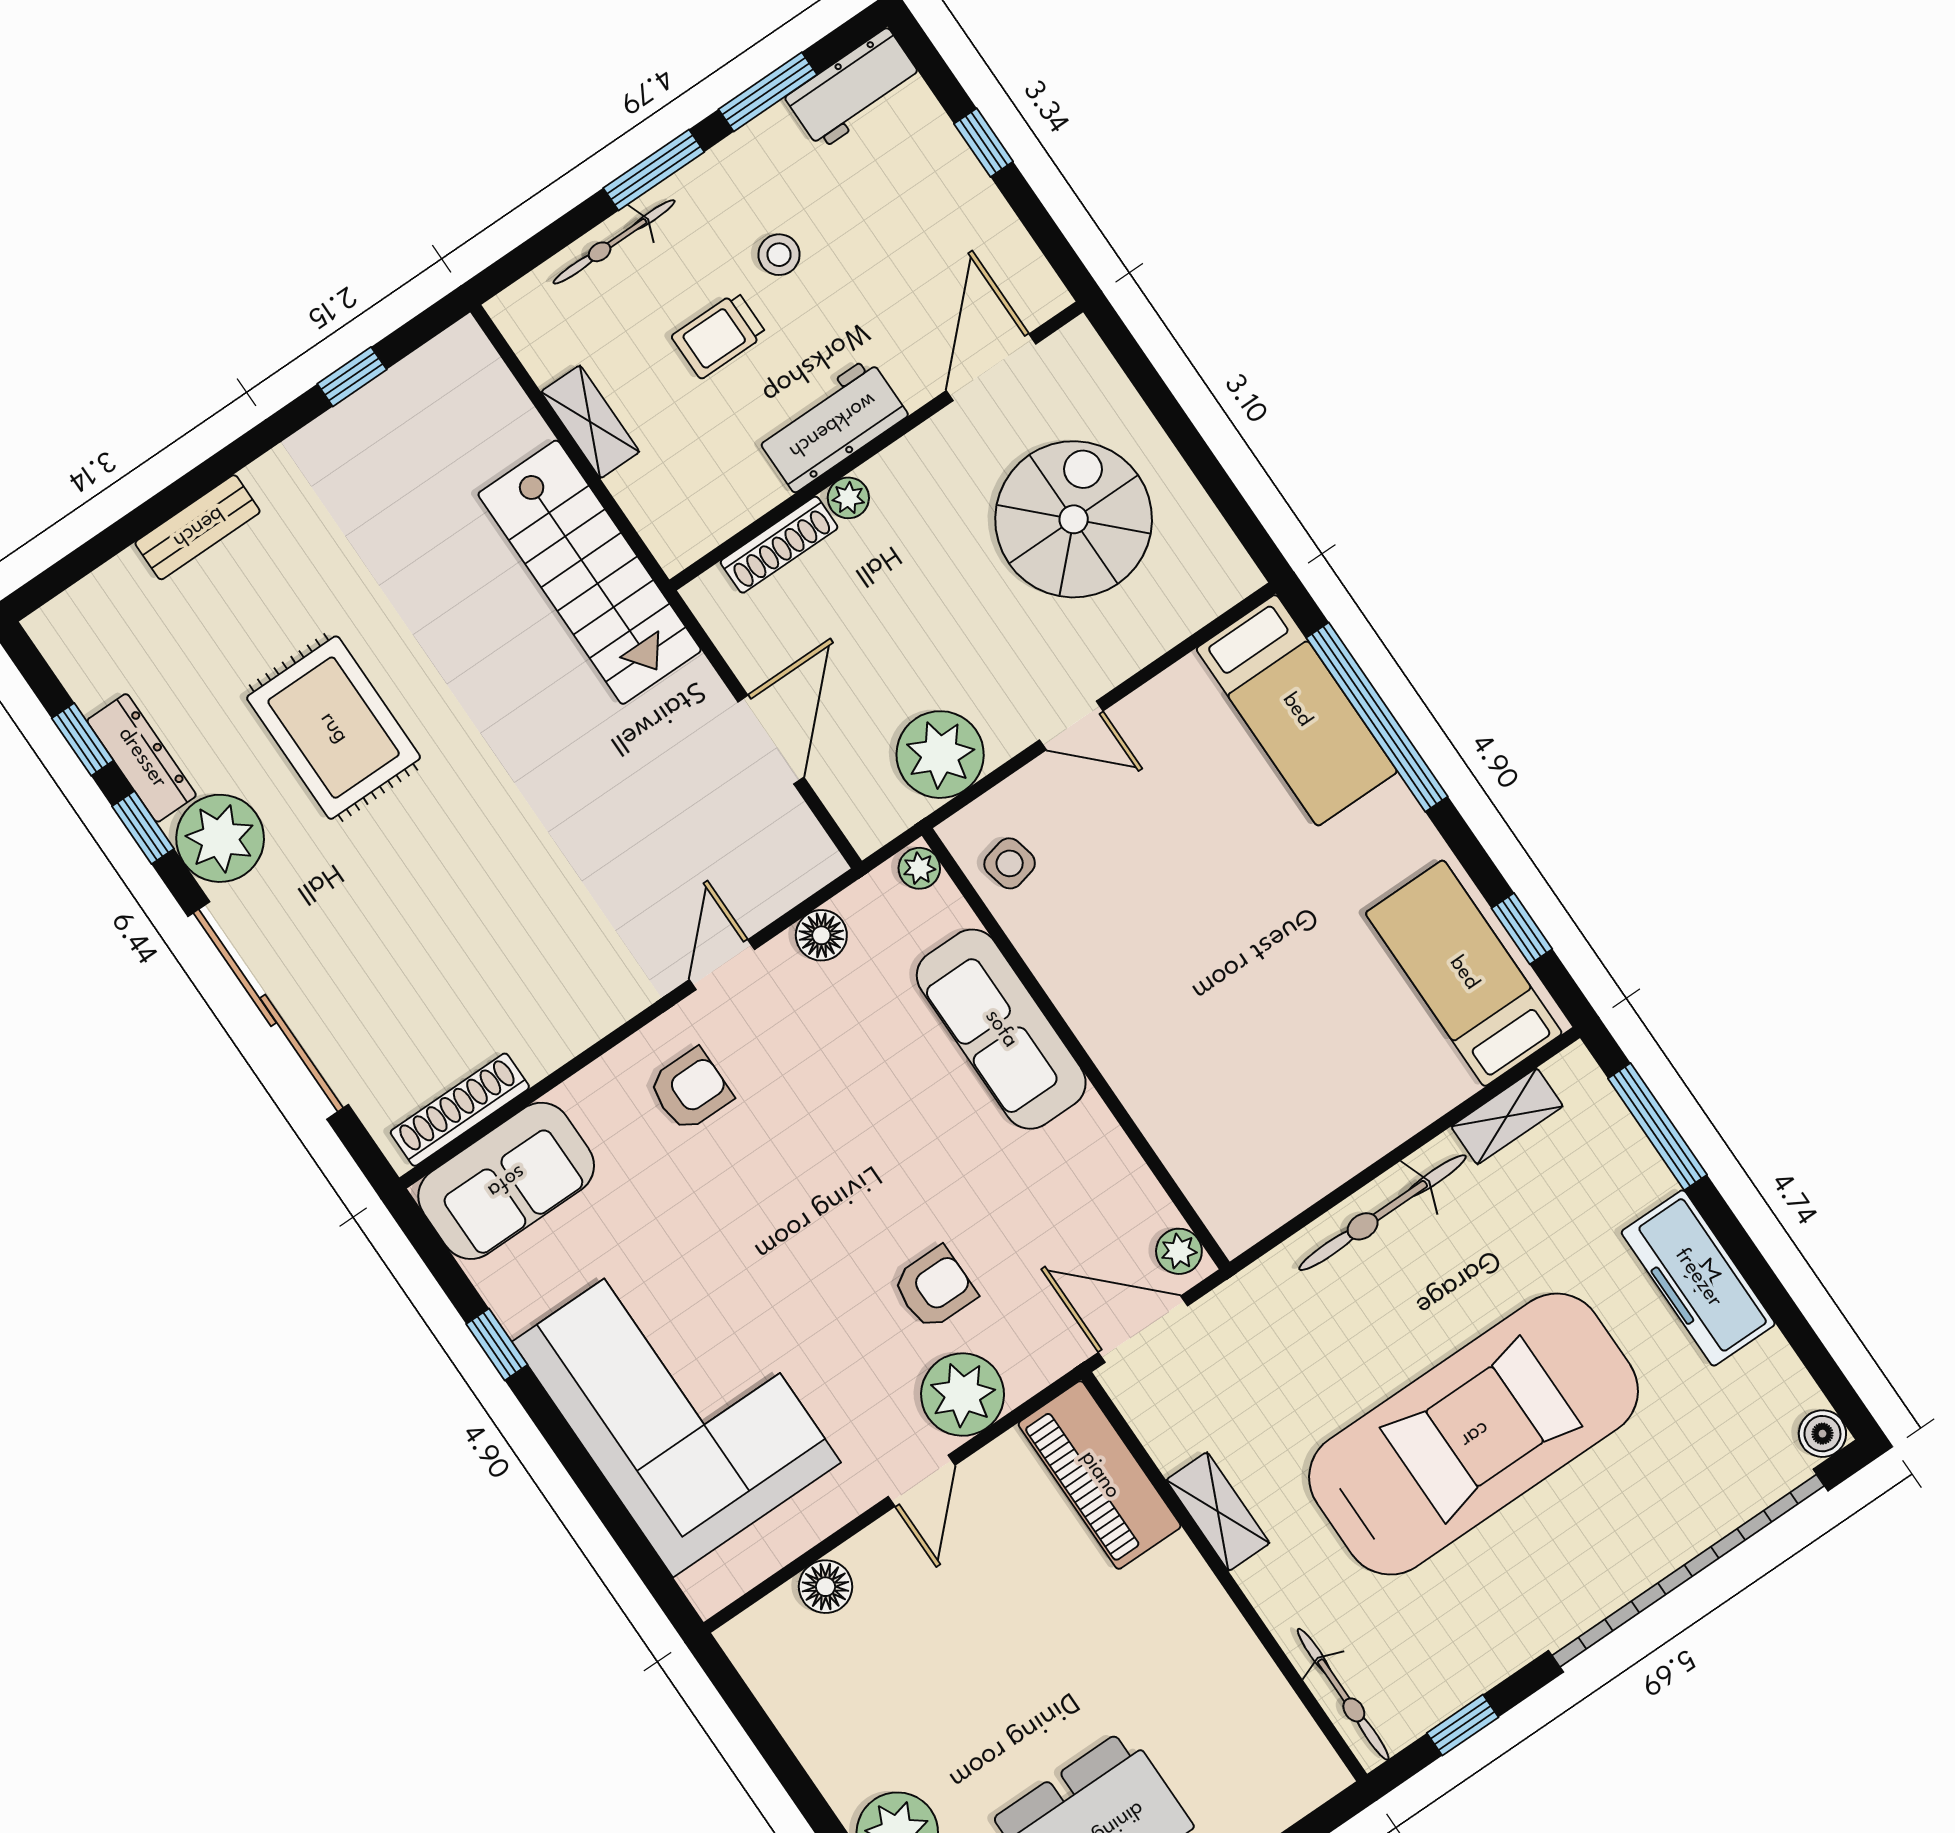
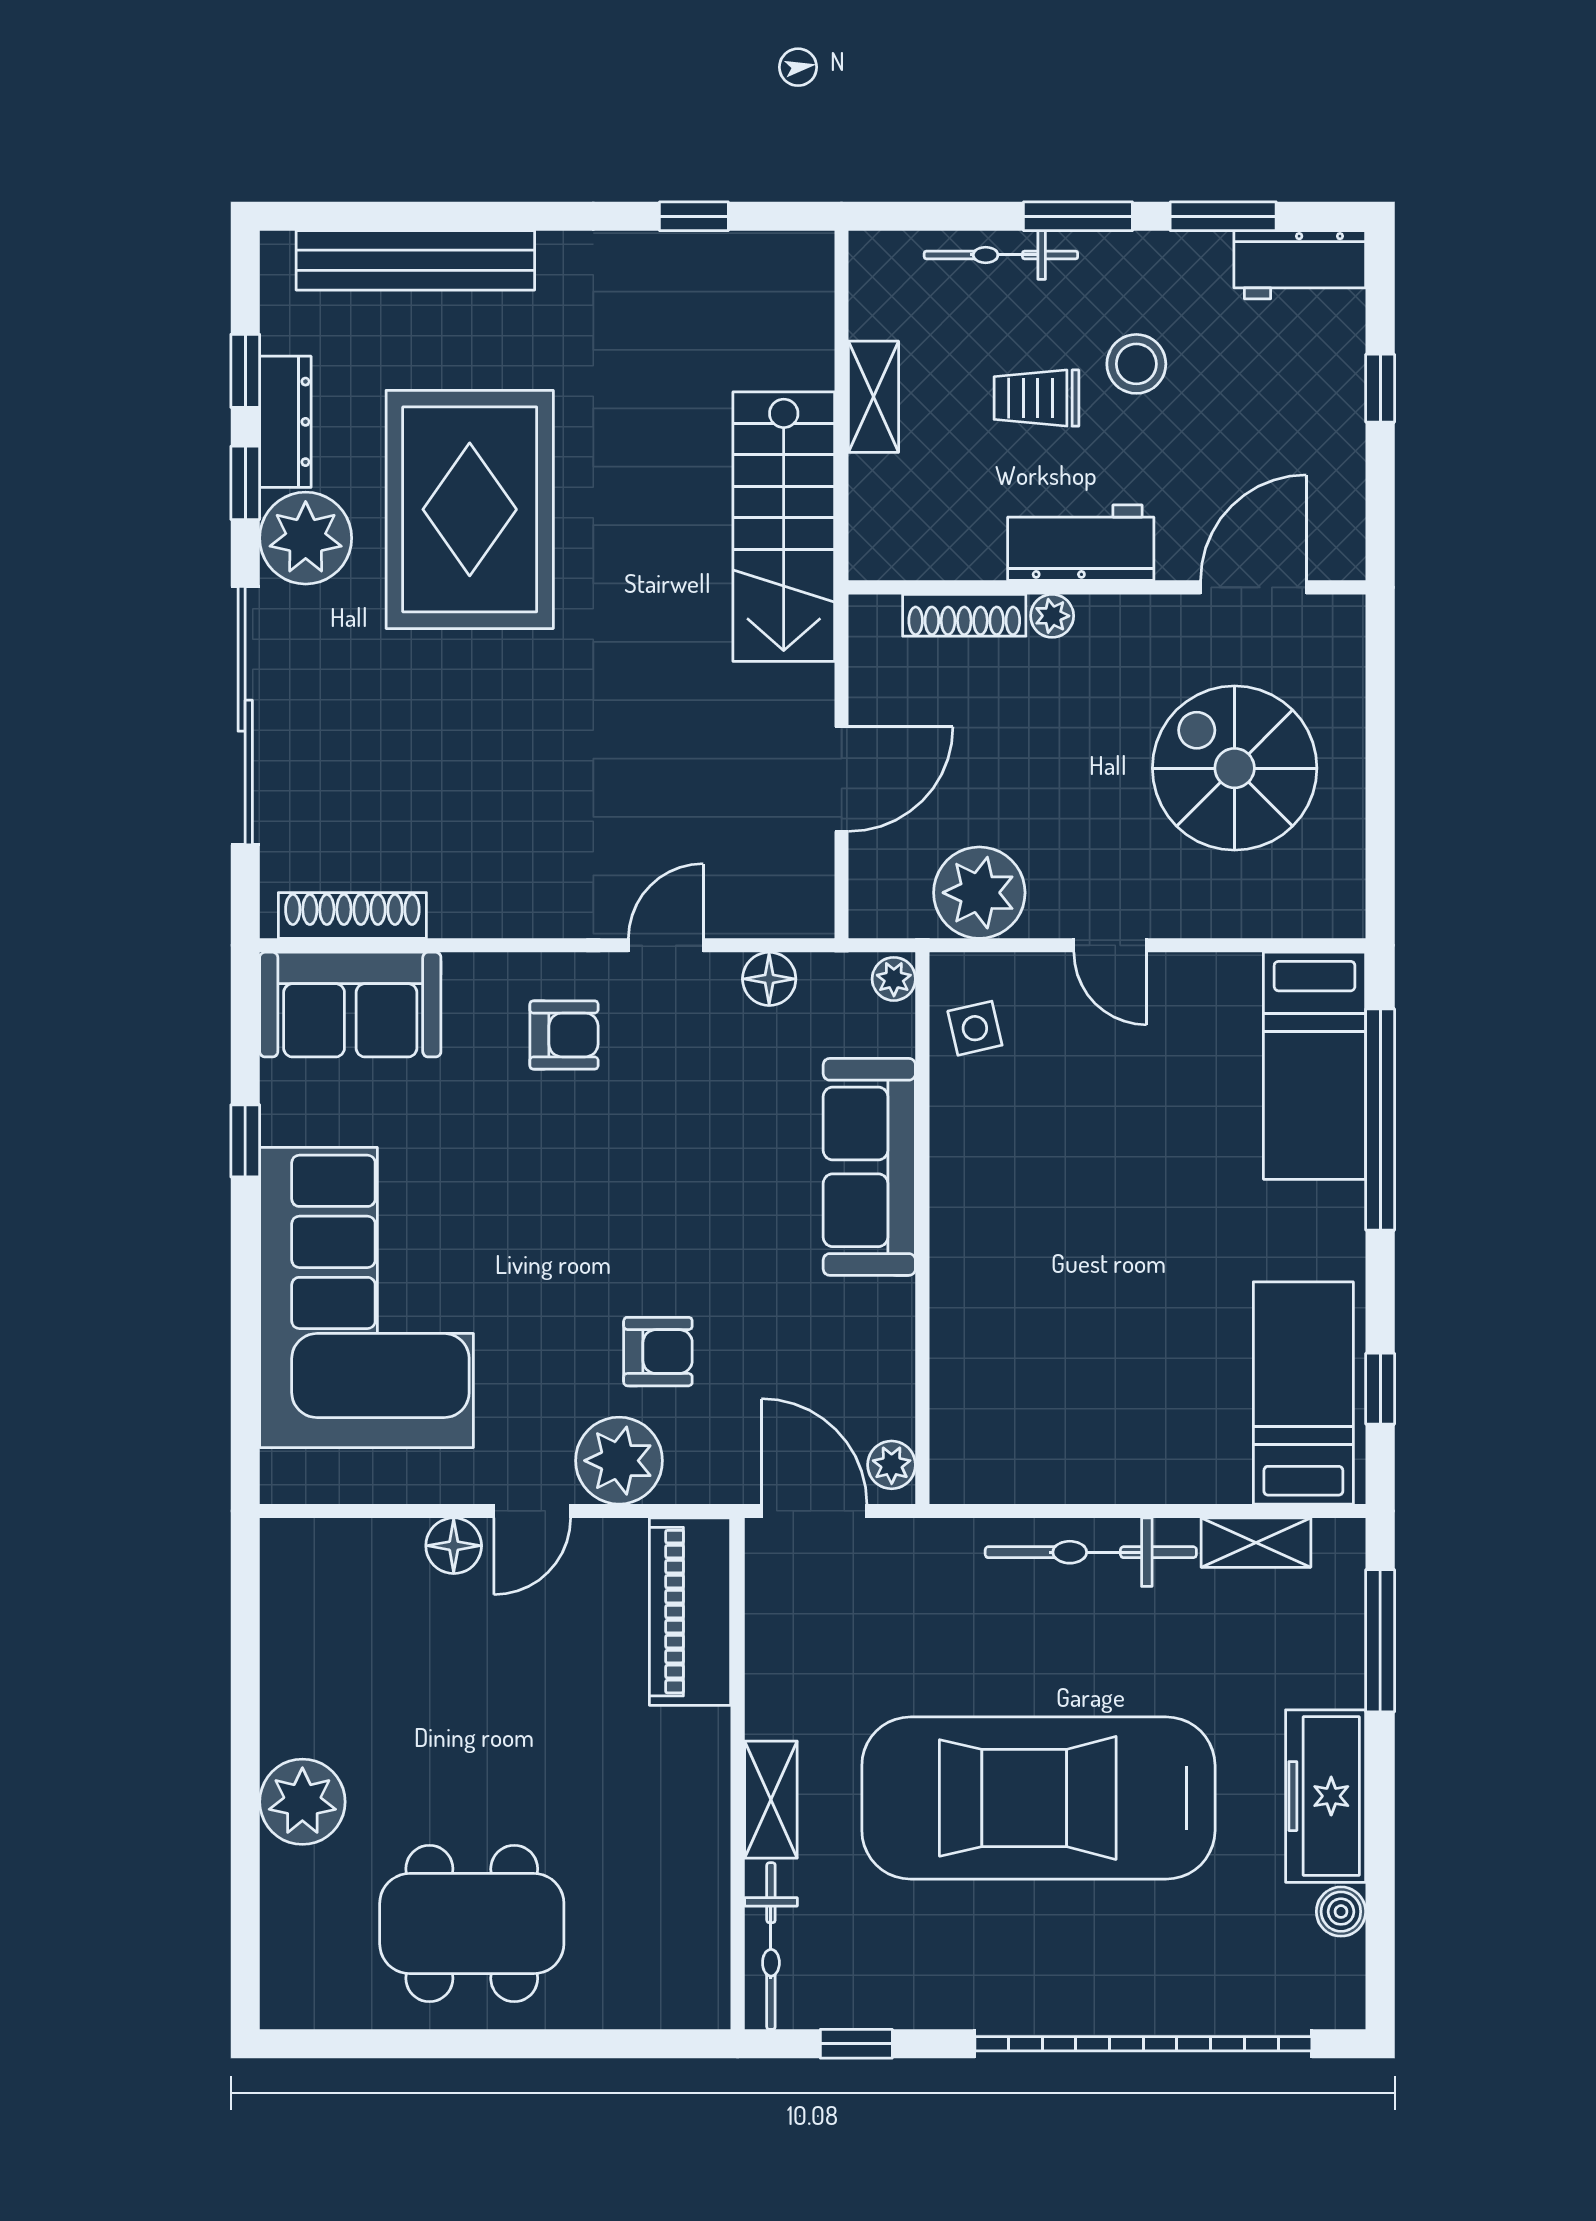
stool: (779, 255) -> (1136, 364), width x1.37, depth x1.37
spiral stairs: (1074, 519) -> (1235, 768), turned -90
bench: (198, 527) -> (415, 260), width x1.86, depth x1.21
rug: (334, 728) -> (470, 509), width x1.37, depth x1.44
car: (1474, 1434) -> (1038, 1798), turned 180
boiler: (1822, 1434) -> (1341, 1912), moved
shelving: (1218, 1512) -> (771, 1800), moved
floor lamp: (826, 1587) -> (454, 1546), moved

